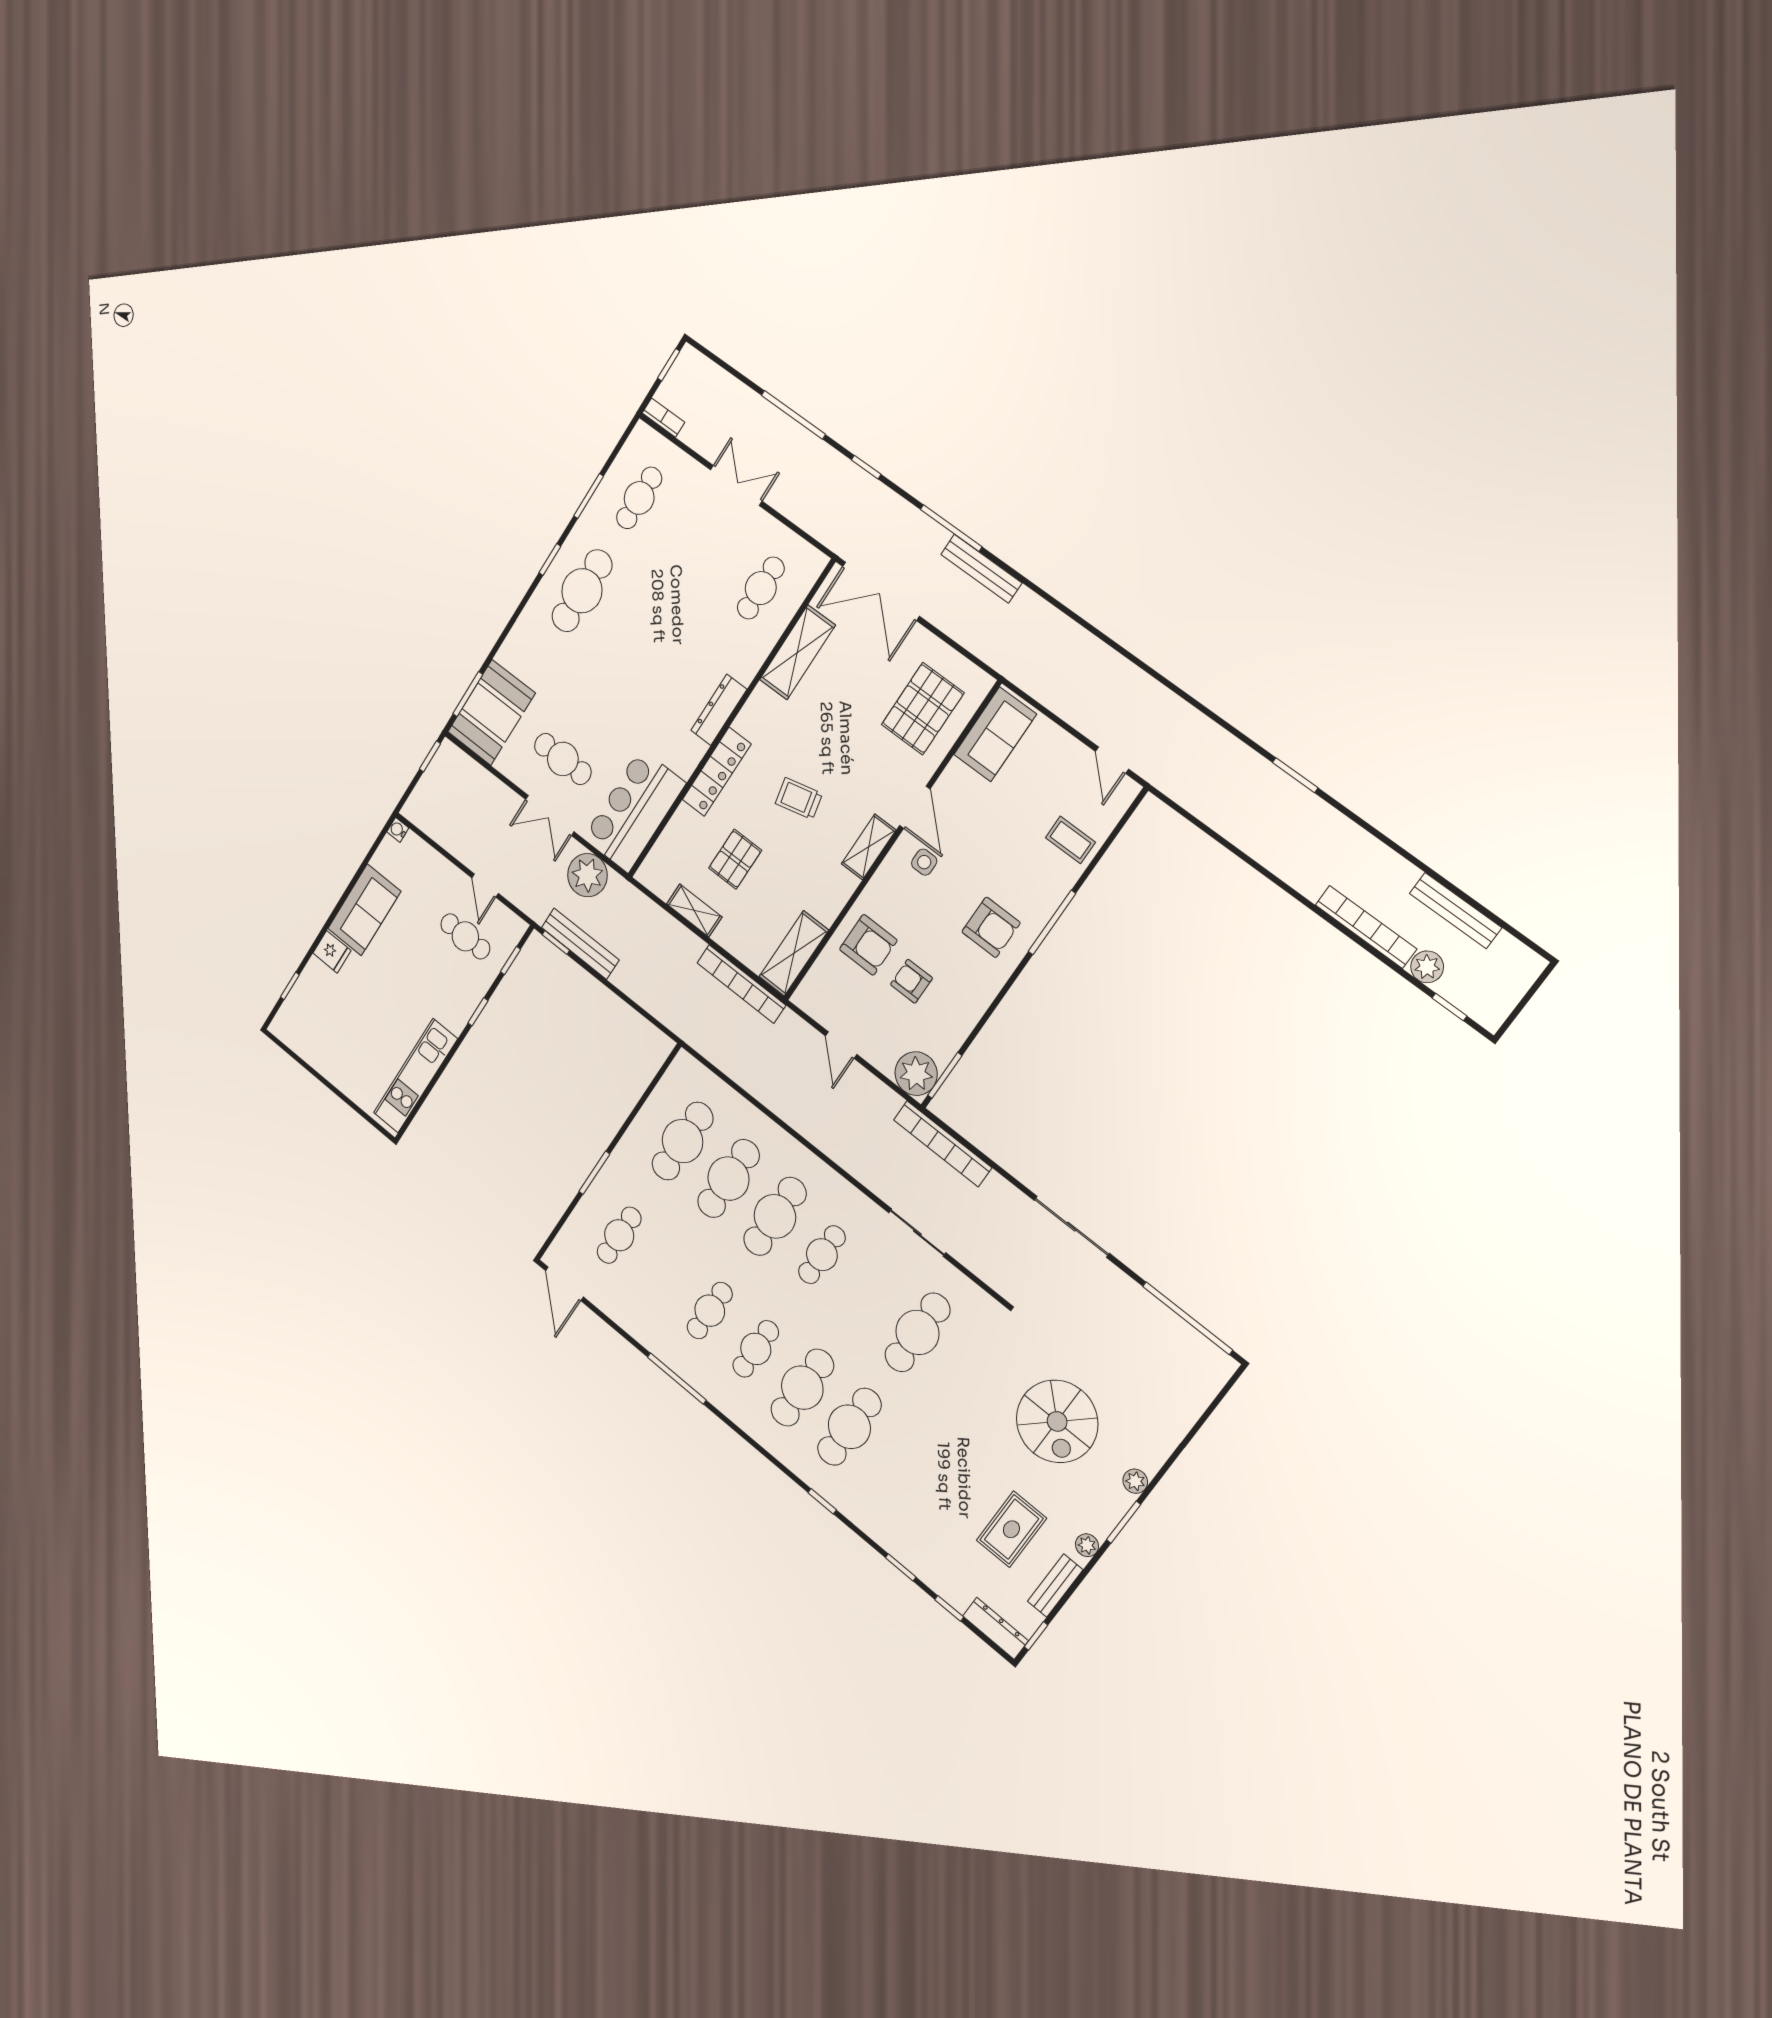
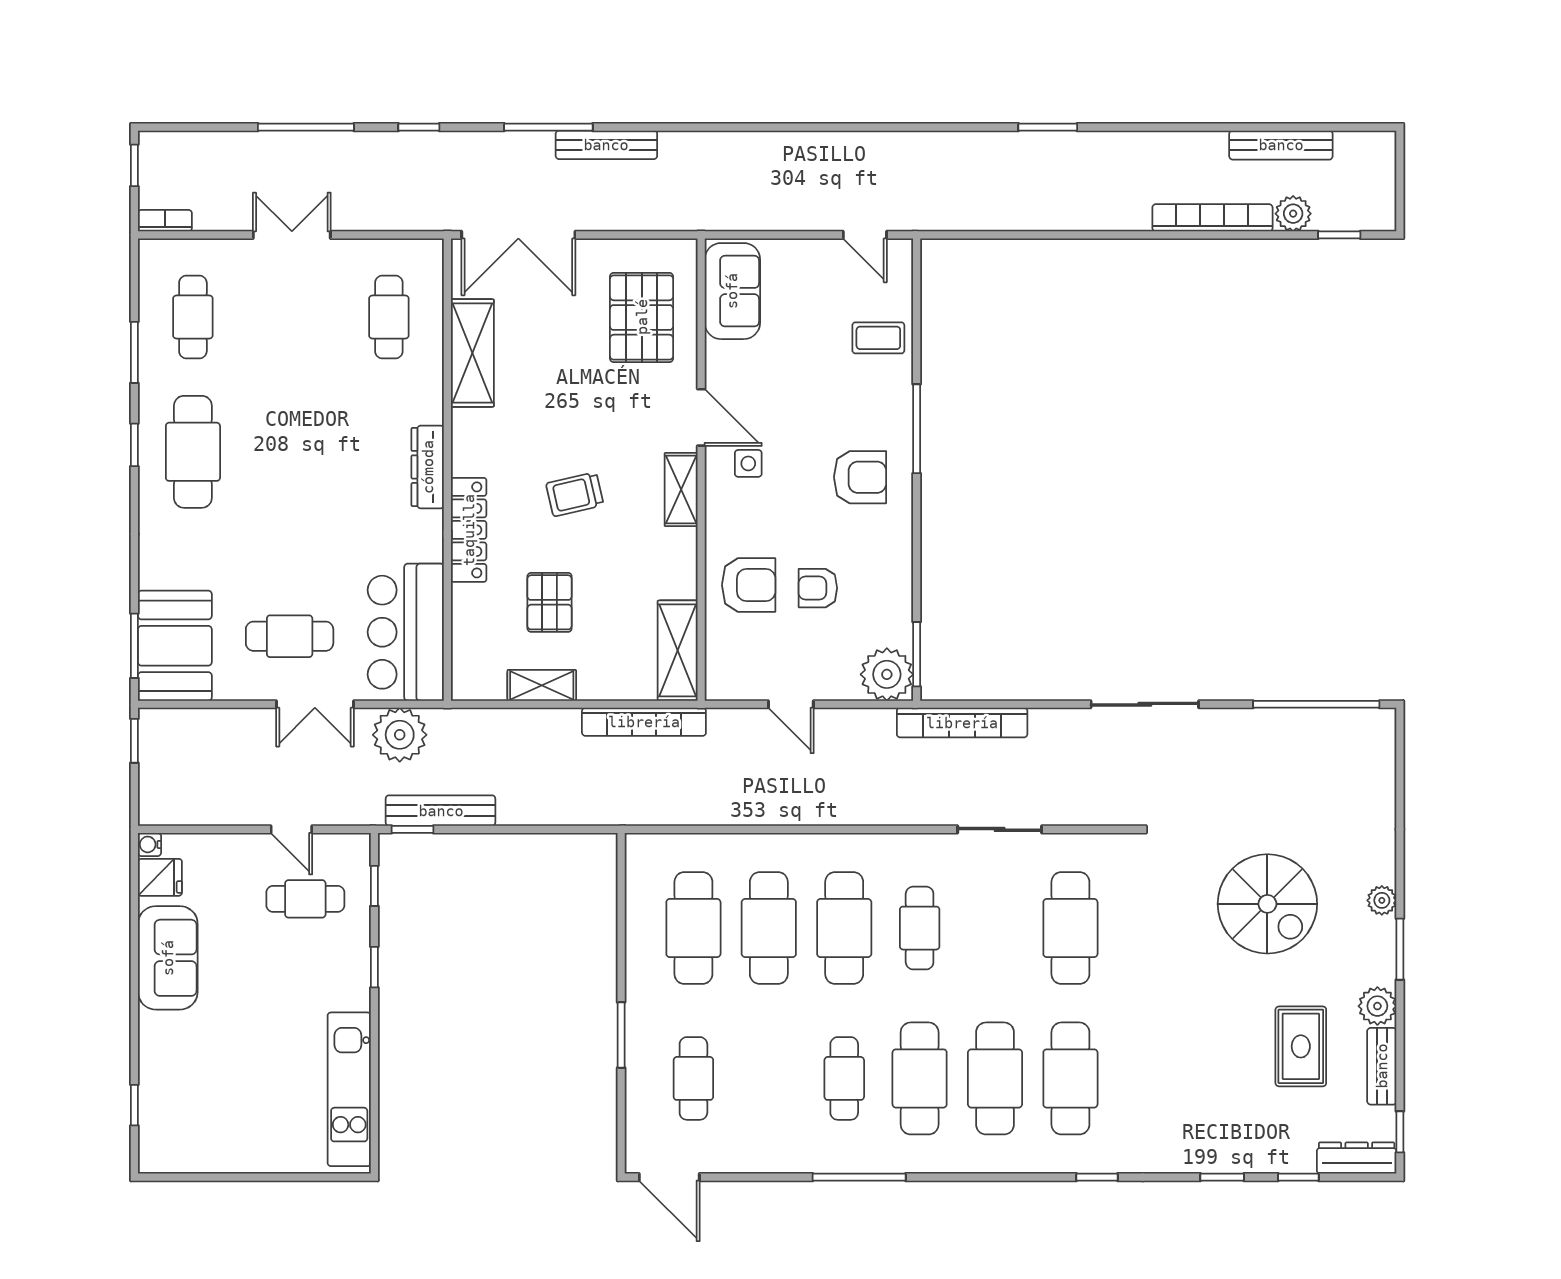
fridge: (332, 952) -> (160, 877), moved
cafe table: (756, 1349) -> (920, 1078), width x1.37, depth x1.35
plant: (1087, 1545) -> (1377, 1006), width x1.38, depth x1.38

